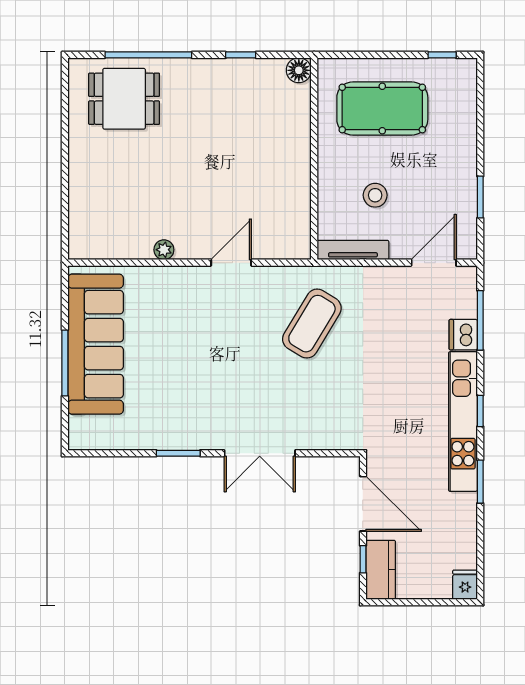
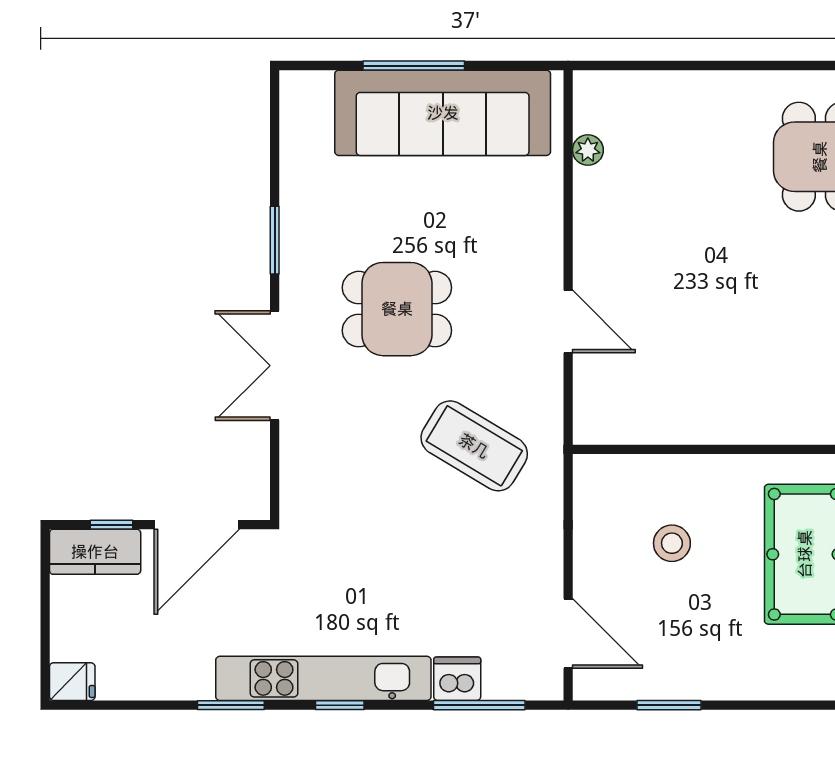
plant: (164, 250) -> (588, 150), moved
tv unit: (353, 250) -> (588, 509), removed
dining table: (223, 374) -> (397, 309), added

